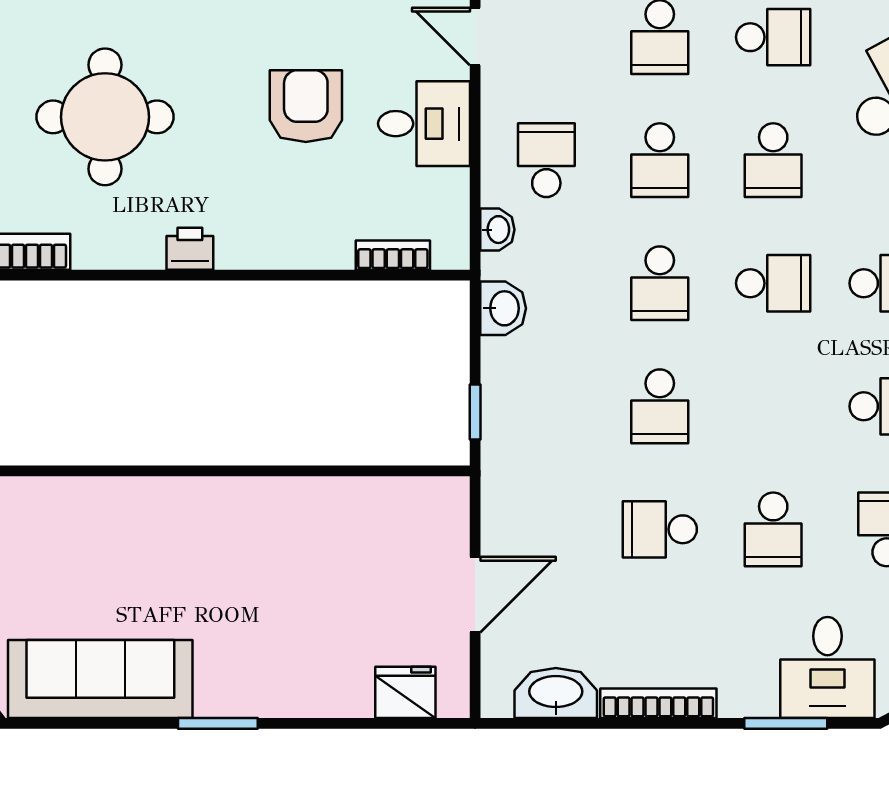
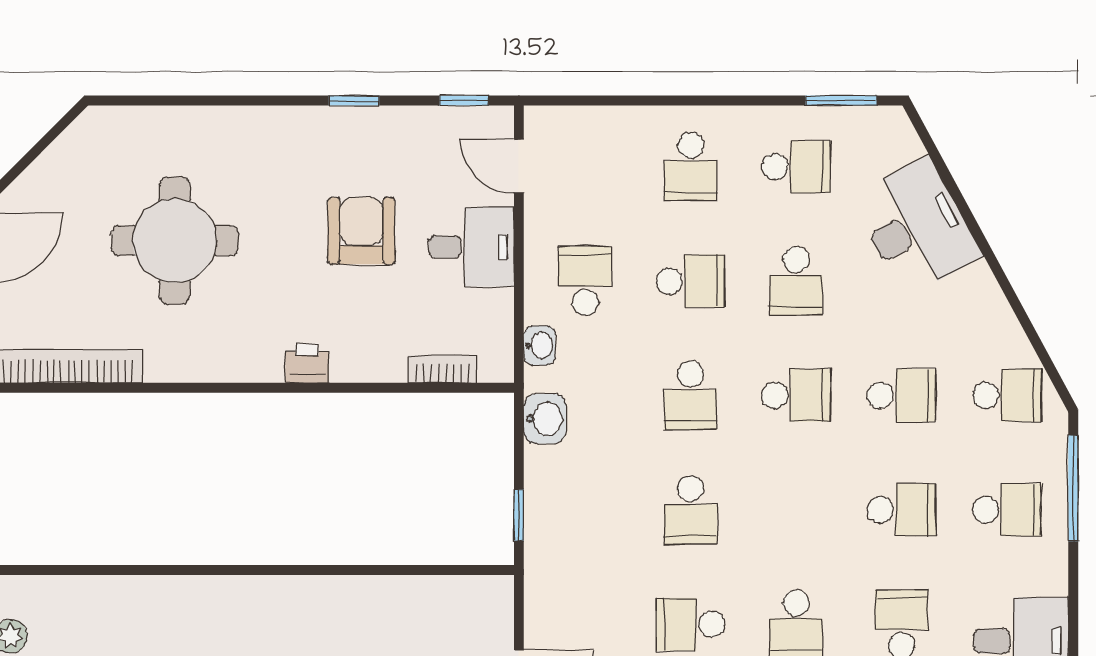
school desk: (660, 160) -> (691, 281), turned -90
printer: (190, 249) -> (307, 363), moved

